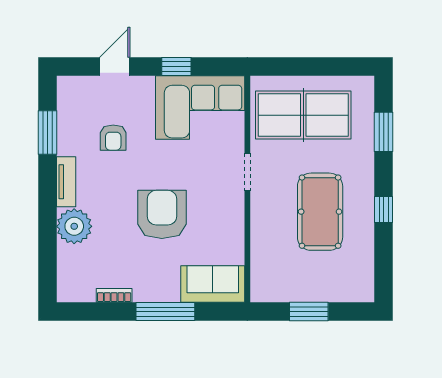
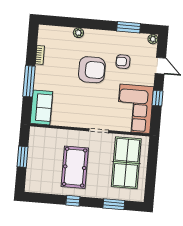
plant: (66, 85) -> (153, 39), added
tv unit: (66, 182) -> (102, 35), removed
pool table: (320, 212) -> (75, 167), turned 90
armchair: (162, 214) -> (92, 70), moved
plant: (74, 226) -> (78, 33), width x0.53, depth x0.53

